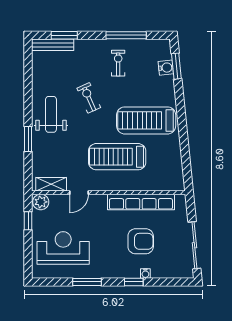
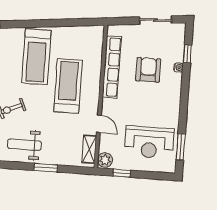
treadmill: (117, 157) -> (68, 86), turned 180
sliding door: (194, 245) -> (156, 20), width x0.73
reception desk: (63, 248) -> (149, 142), turned -90
window: (87, 282) -> (181, 147), moved
window: (134, 282) -> (187, 54), moved

